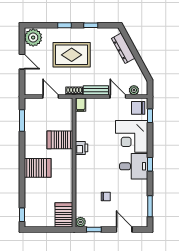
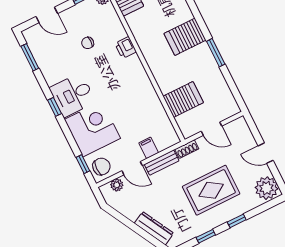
filing cabinet: (81, 105) -> (149, 148), moved
window: (22, 120) -> (216, 53), moved
server rack: (60, 140) -> (183, 99), moved
printer: (82, 148) -> (126, 48), moved

